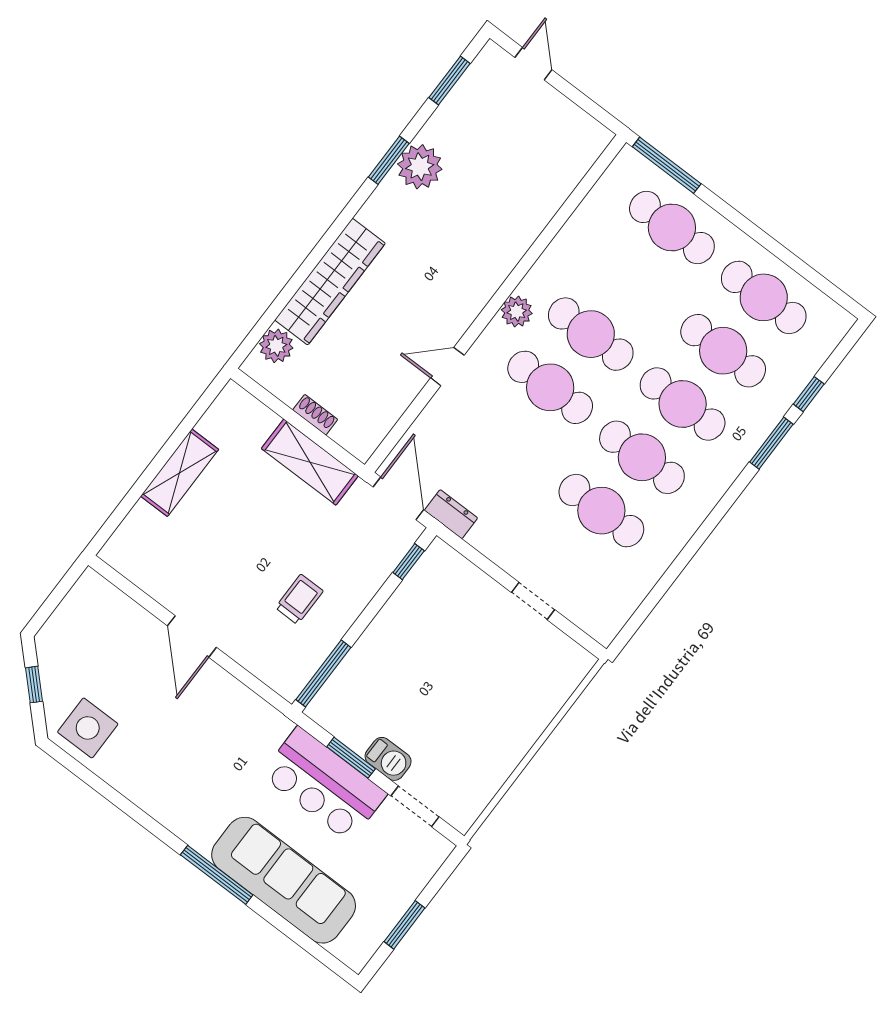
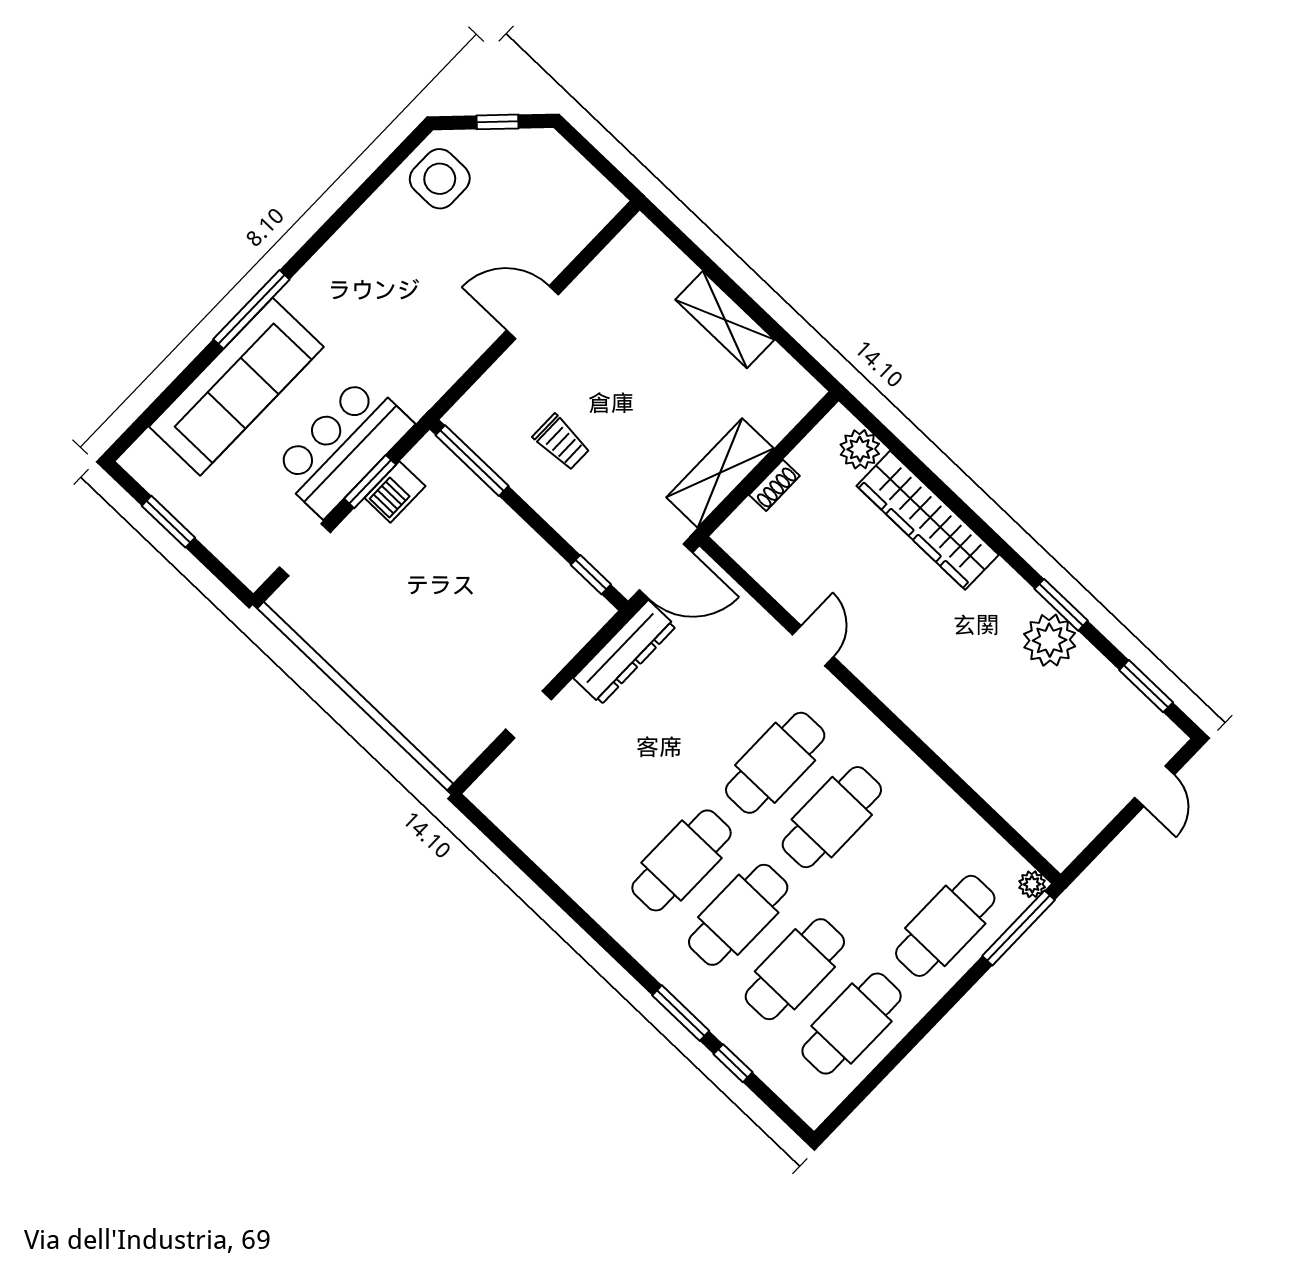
door: (533, 64) -> (1155, 786), hinge flipped
plant: (517, 312) -> (1032, 884), moved, width x0.73, depth x0.73
cafe table: (601, 511) -> (625, 806), removed
dresser: (451, 514) -> (625, 652), width x1.96, depth x1.24
barbecue: (388, 759) -> (395, 492), moved

